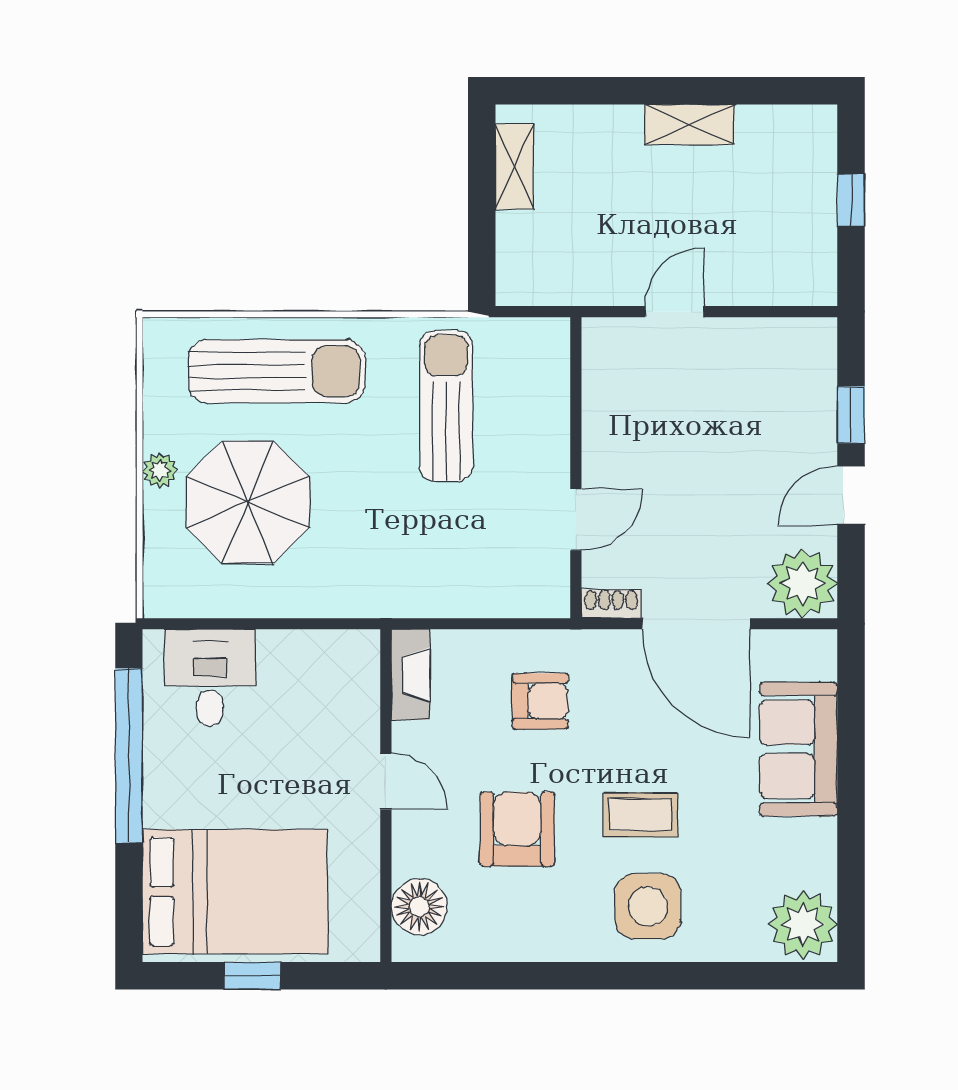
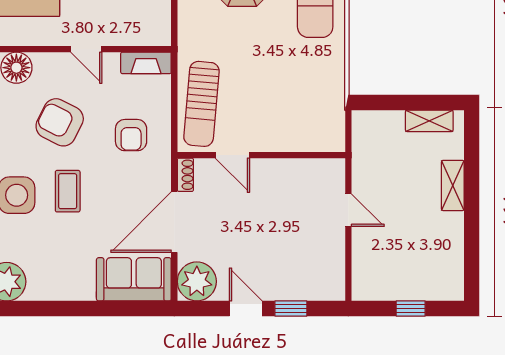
shelving: (689, 125) -> (453, 185), moved
sun lounger: (446, 406) -> (201, 104), moved, turned 95
sofa: (799, 749) -> (134, 279), moved
door: (386, 781) -> (86, 49), hinge flipped
armchair: (517, 829) -> (60, 122), turned -153

